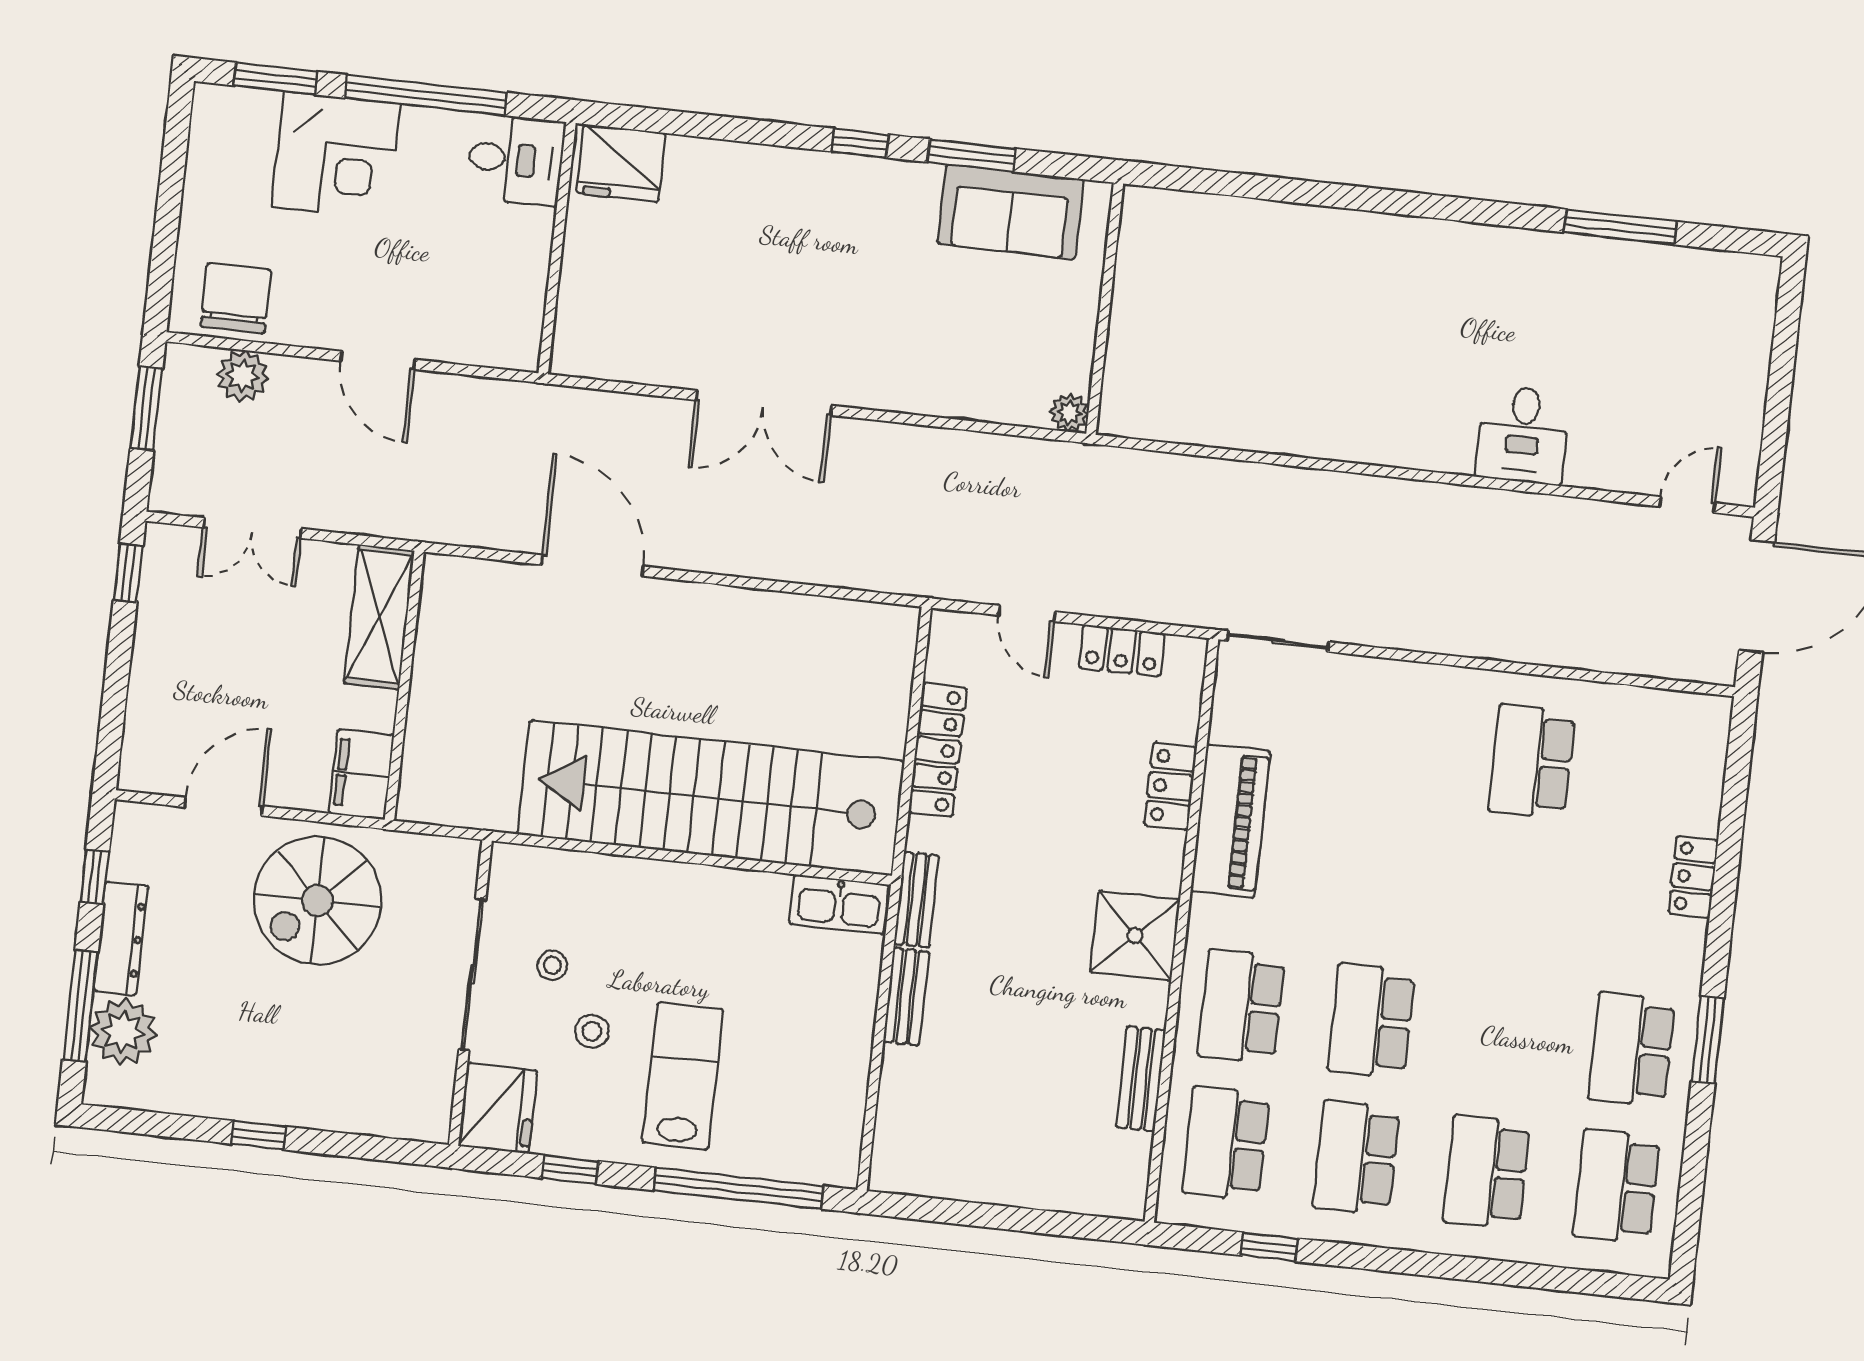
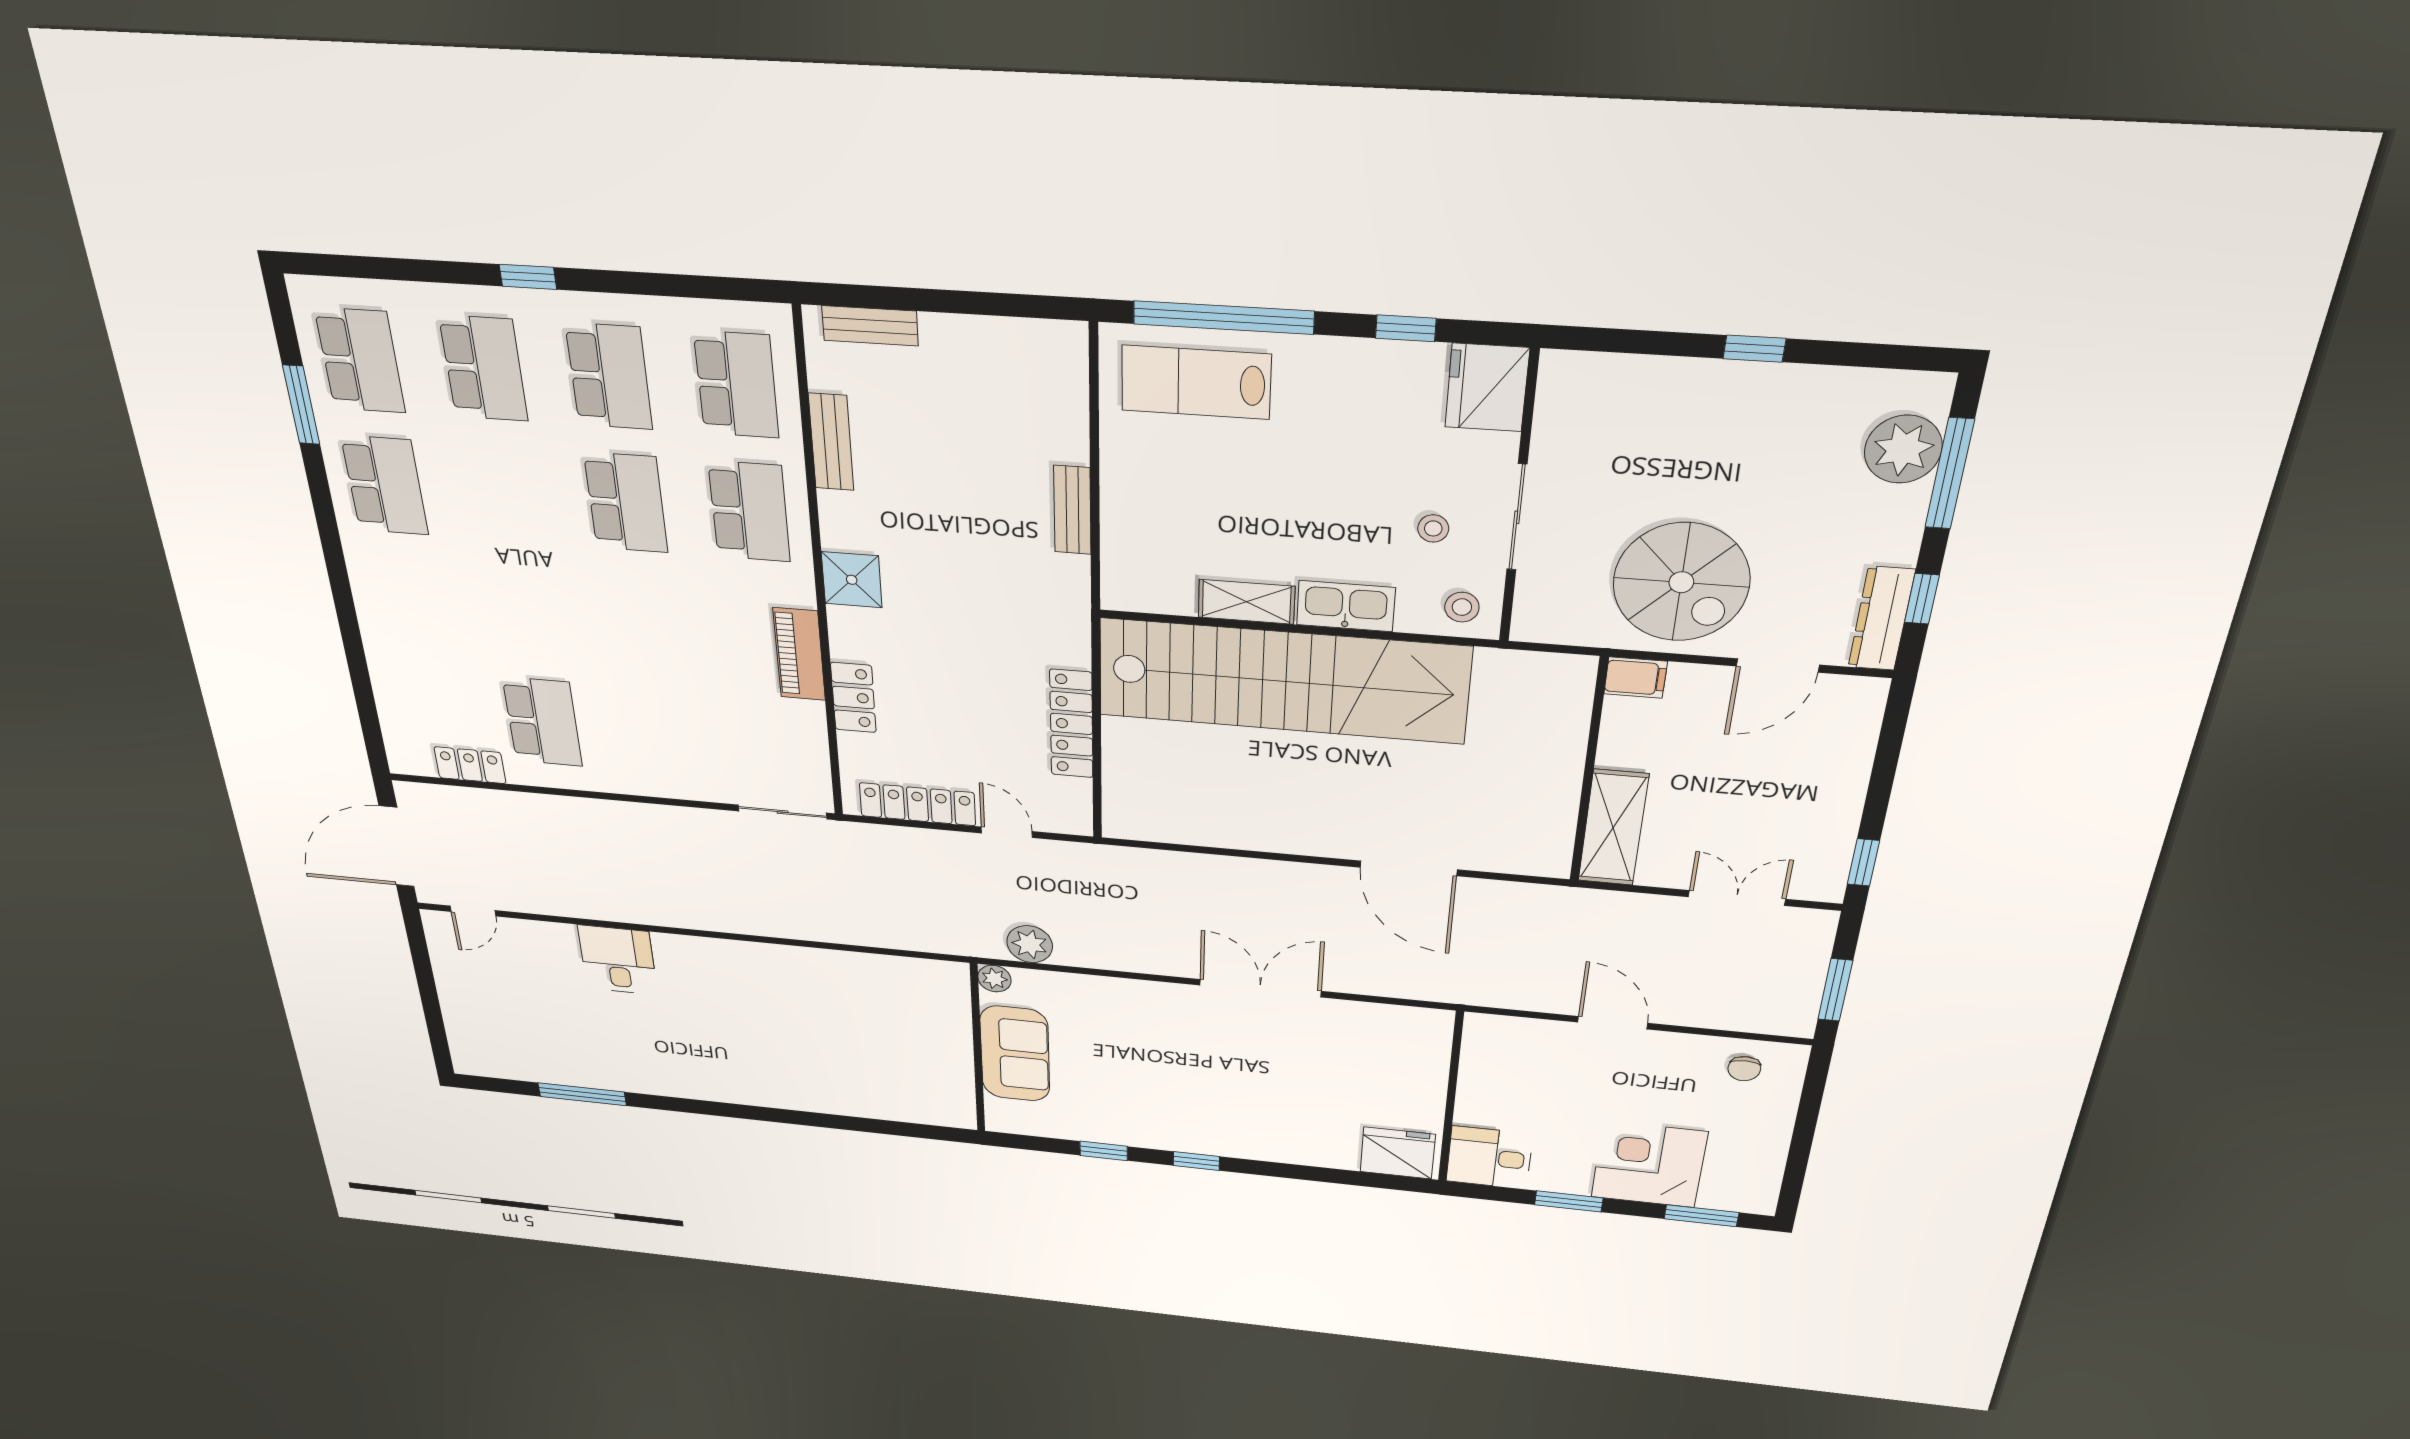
window: (426, 95) -> (1569, 1201), width x0.47
window: (971, 155) -> (1104, 1151), width x0.67
sofa: (1011, 212) -> (1015, 1054), moved, turned 90
chair: (236, 298) -> (1744, 1069), width x0.54, depth x0.54
plant: (243, 376) -> (1030, 944), moved
locker: (1122, 651) -> (918, 804), width x1.53
filing cabinet: (361, 774) -> (1636, 678), width x0.50
piano: (1230, 821) -> (799, 654), width x0.73, depth x0.75
locker: (1693, 877) -> (470, 765), moved, turned -90
shelving: (741, 890) -> (1247, 602), added
spiral stairs: (317, 900) -> (1681, 582), turned 90
bench: (916, 900) -> (870, 326), moved, turned 90
kitchen sink: (839, 904) -> (1346, 606), moved
shower: (1135, 936) -> (852, 580), width x0.73, depth x0.73
dresser: (121, 938) -> (1881, 619), moved
sliding door: (472, 974) -> (1517, 517), width x0.73
stool: (592, 1031) -> (1462, 607), moved
window: (1708, 1040) -> (301, 405), moved
lab bench: (683, 1076) -> (1196, 382), moved, turned 90
window: (1269, 1247) -> (528, 277), moved

